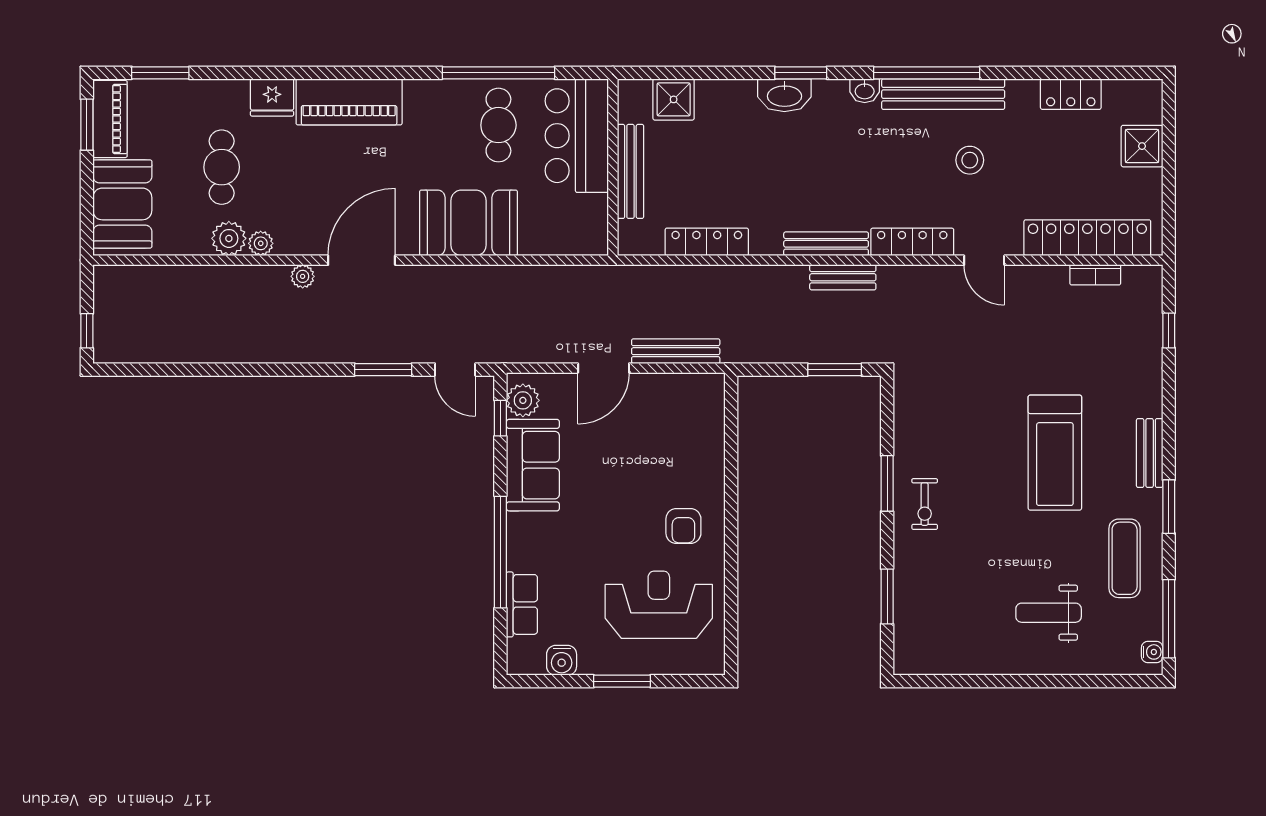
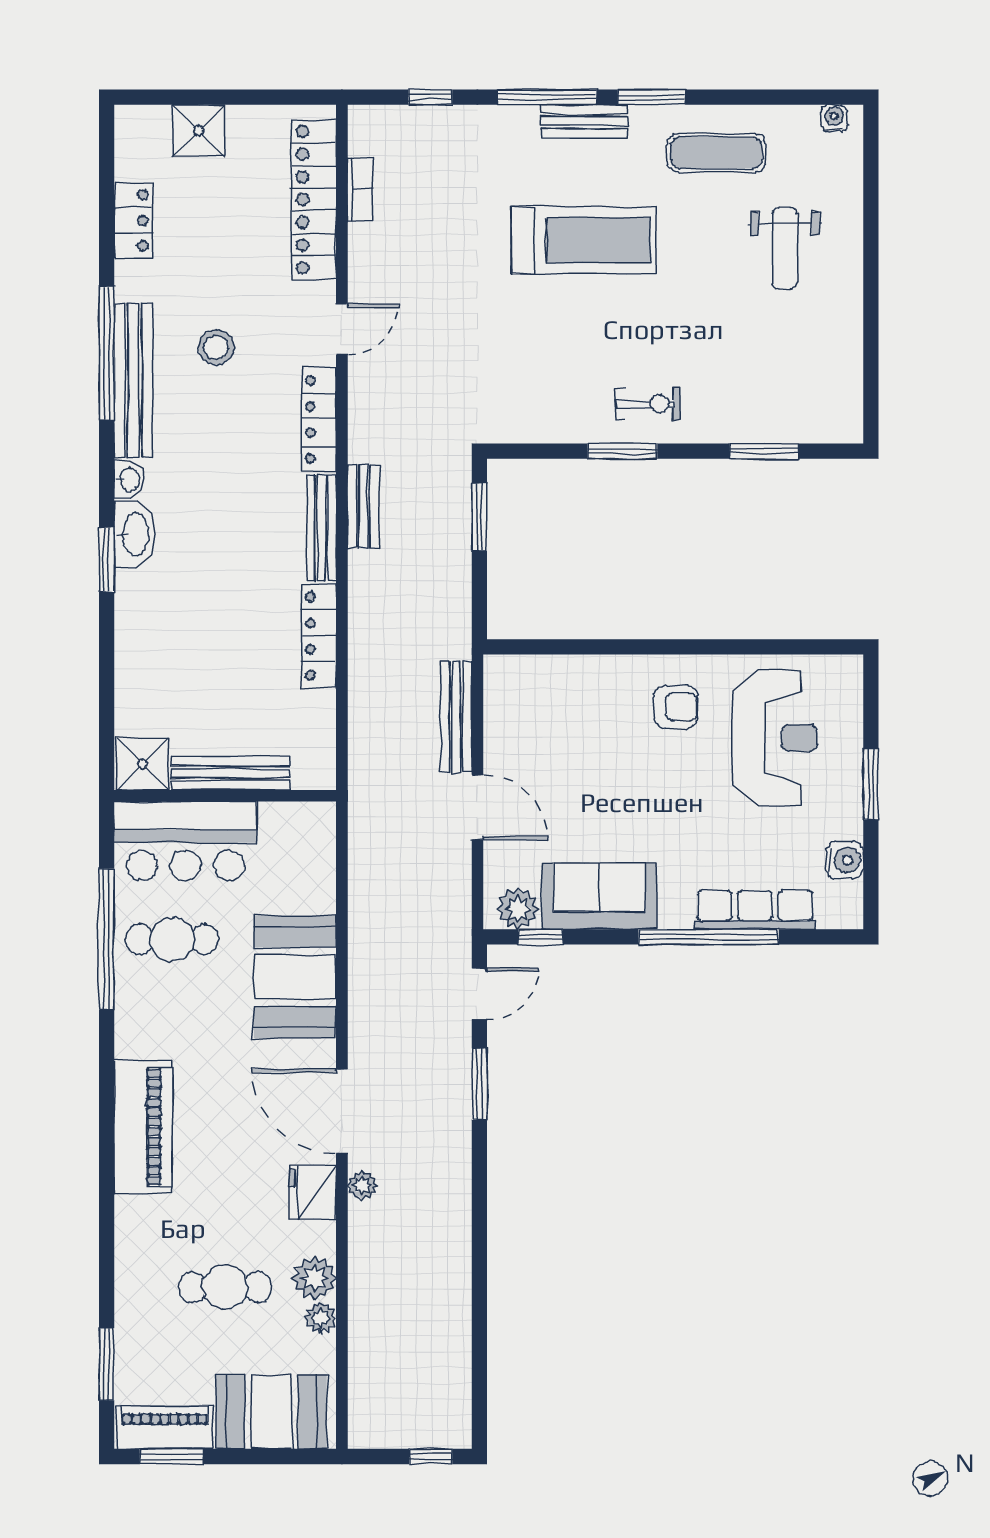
window: (927, 73) -> (107, 353), moved
washbasin: (784, 95) -> (135, 534), moved
fridge: (272, 97) -> (313, 1192), moved, turned 180
shower: (674, 99) -> (142, 764), moved
locker: (707, 242) -> (319, 636), moved
plant: (261, 243) -> (321, 1318), moved
row of seats: (522, 604) -> (755, 910), width x1.48
reception desk: (659, 605) -> (775, 738), turned 180
window: (1169, 619) -> (547, 97), moved

